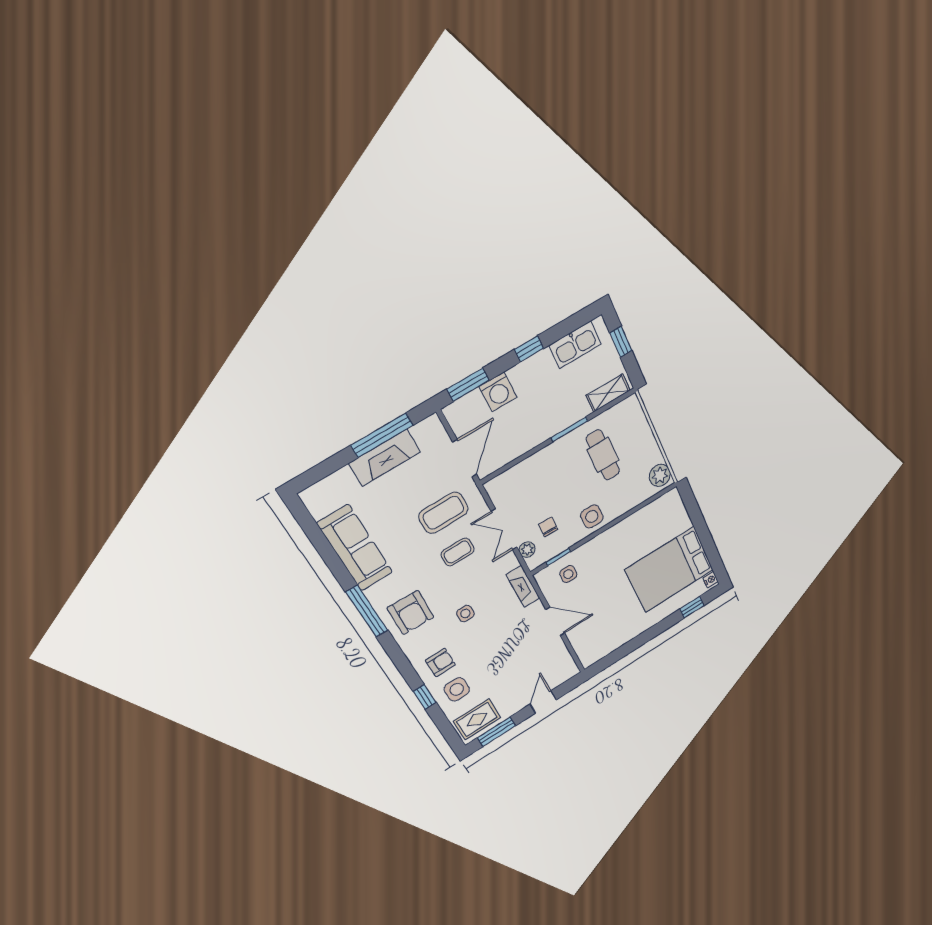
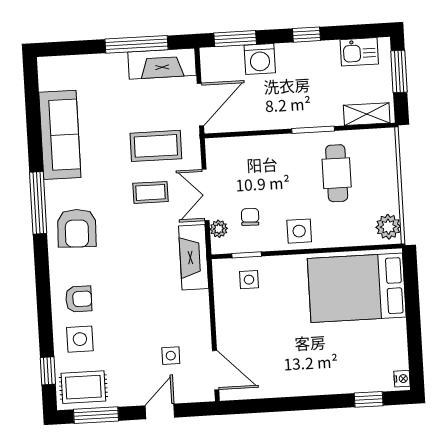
window: (621, 342) -> (399, 72), width x1.50
kitchen sink: (575, 345) -> (359, 52), width x0.73
fireplace: (385, 458) -> (162, 64), moved
bed: (670, 570) -> (357, 288), moved
fireplace: (523, 586) -> (194, 257), width x1.37, depth x1.32
side table: (465, 614) -> (171, 356), moved
door: (555, 621) -> (216, 370), moved
window: (425, 697) -> (48, 371), moved

